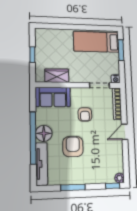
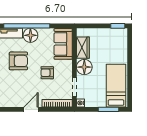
window: (32, 55) -> (118, 26), moved
floor lamp: (78, 74) -> (84, 67), added
door: (125, 132) -> (31, 109), hinge flipped

